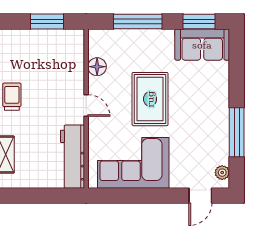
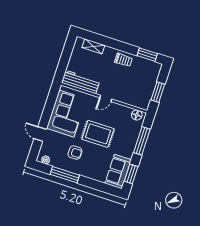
floor lamp: (97, 67) -> (137, 115), moved
armchair: (194, 127) -> (75, 153), added
door: (200, 196) -> (40, 134), moved

